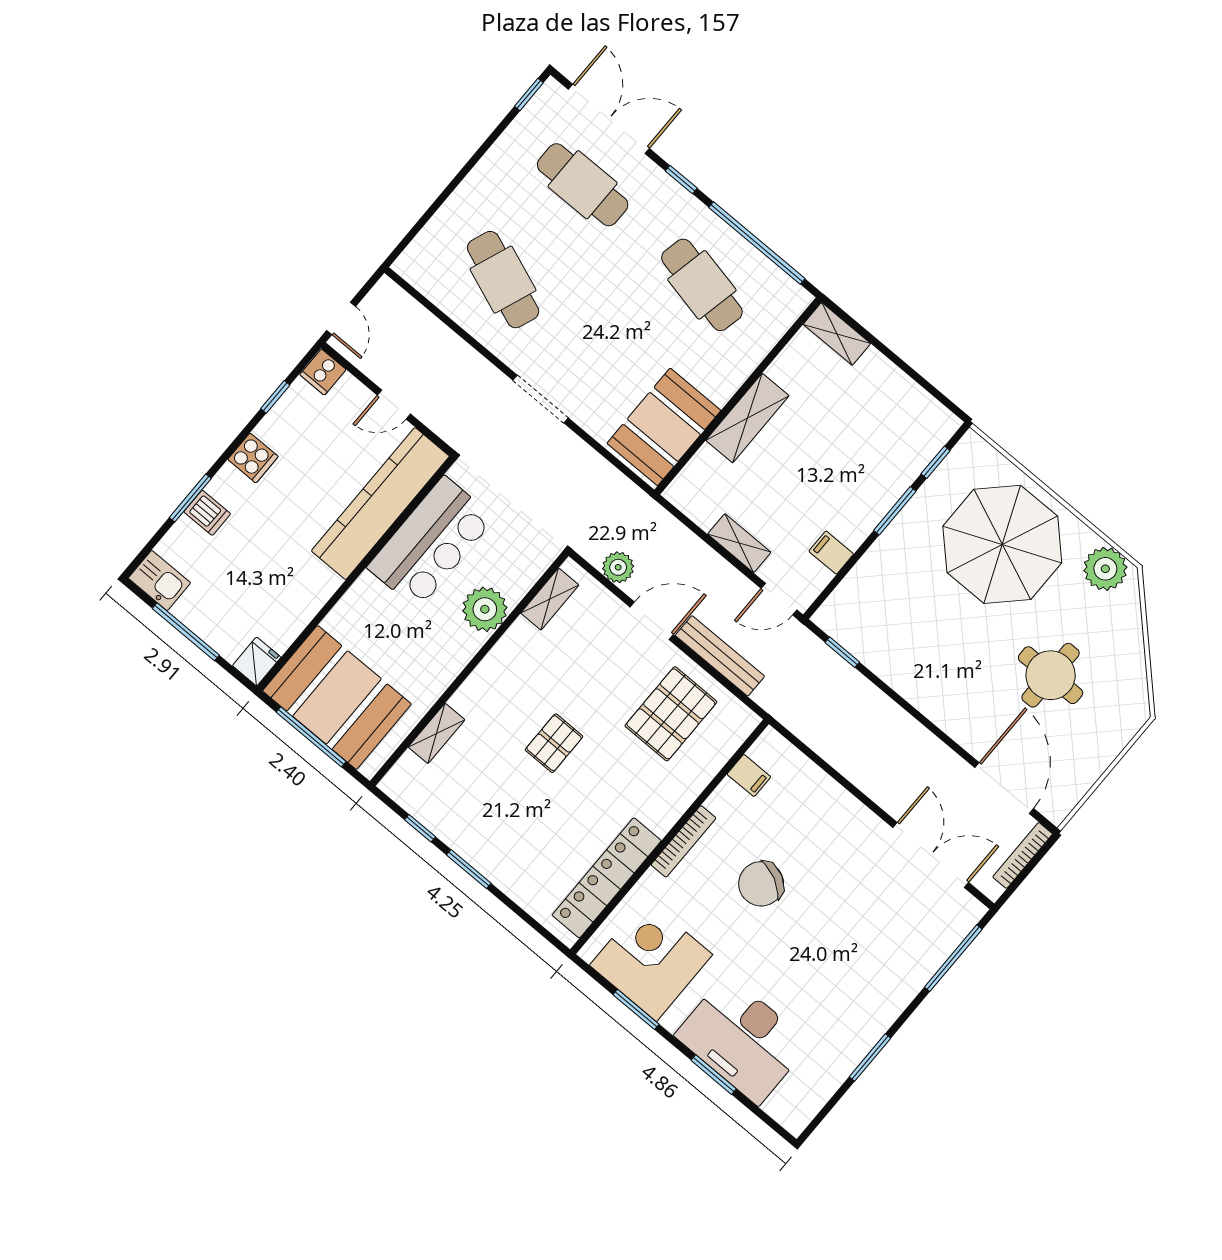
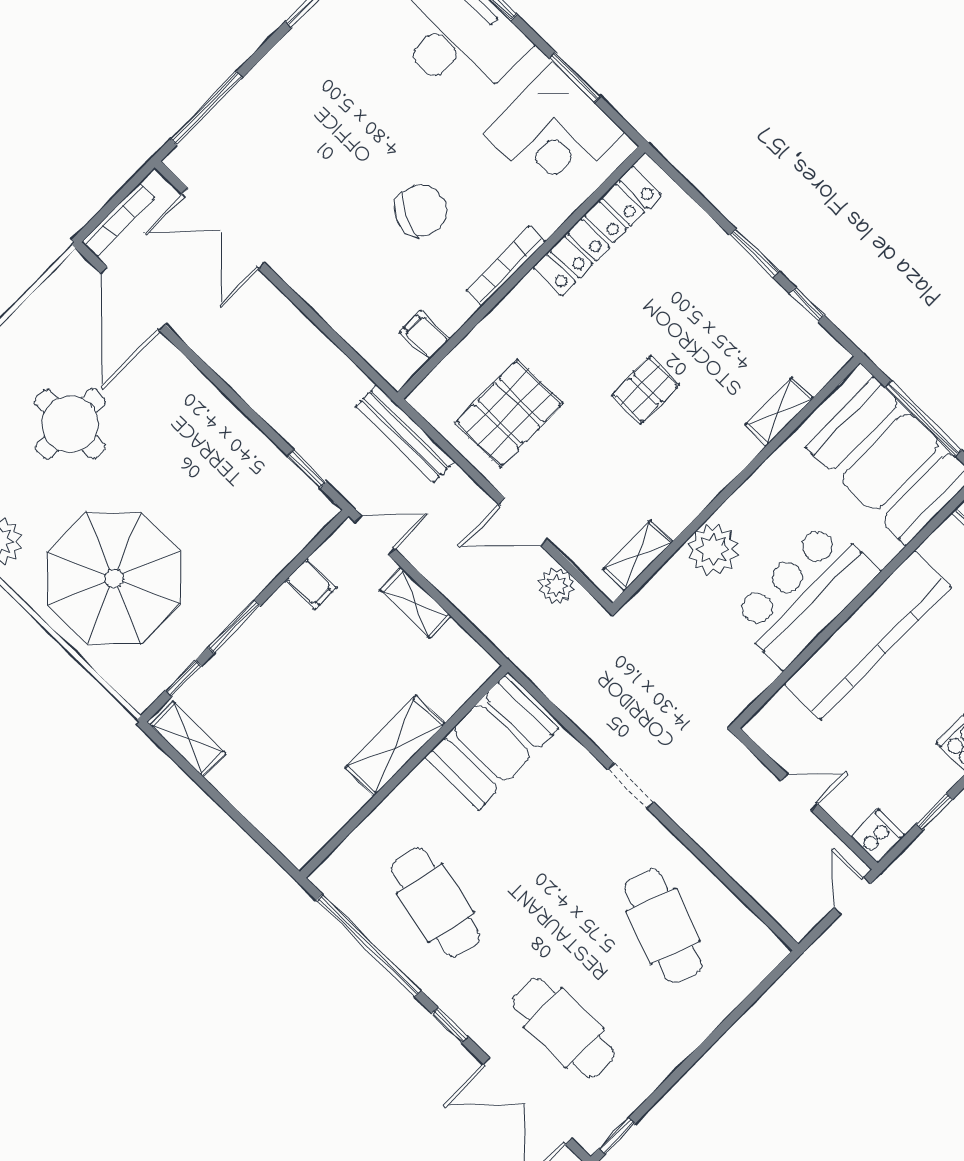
shelving: (837, 334) -> (188, 739), moved
doorway: (541, 399) -> (631, 786), width x0.73
kitchen counter: (380, 504) -> (867, 635), moved
bar counter: (431, 543) -> (805, 594), moved
bench: (720, 656) -> (405, 434), moved

